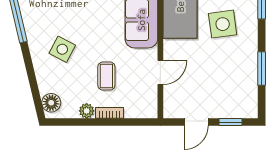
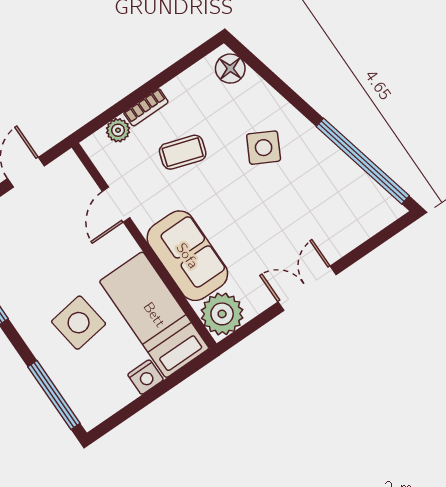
coffee table: (106, 76) -> (183, 152), turned -72
plant: (87, 111) -> (118, 130), moved

